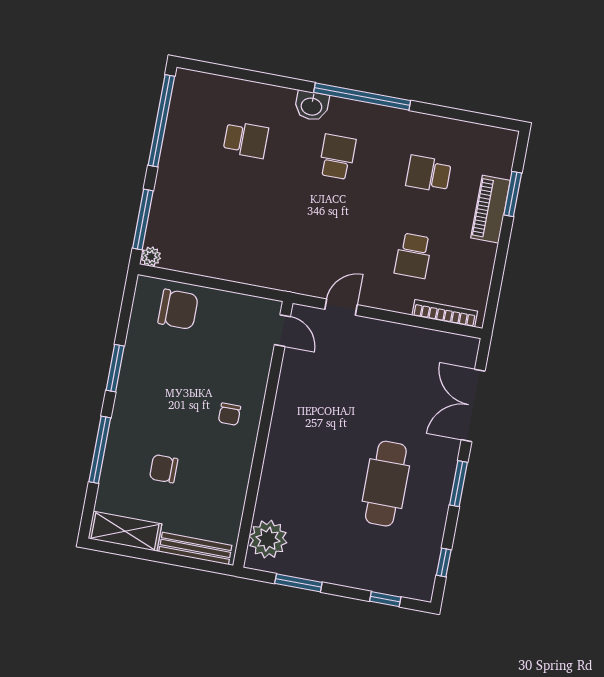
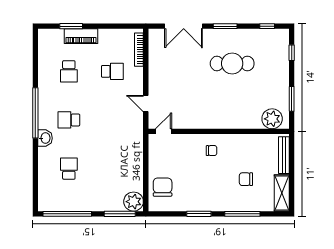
plant: (151, 257) -> (134, 202), width x1.88, depth x1.88
chair: (164, 469) -> (246, 179), turned 90

